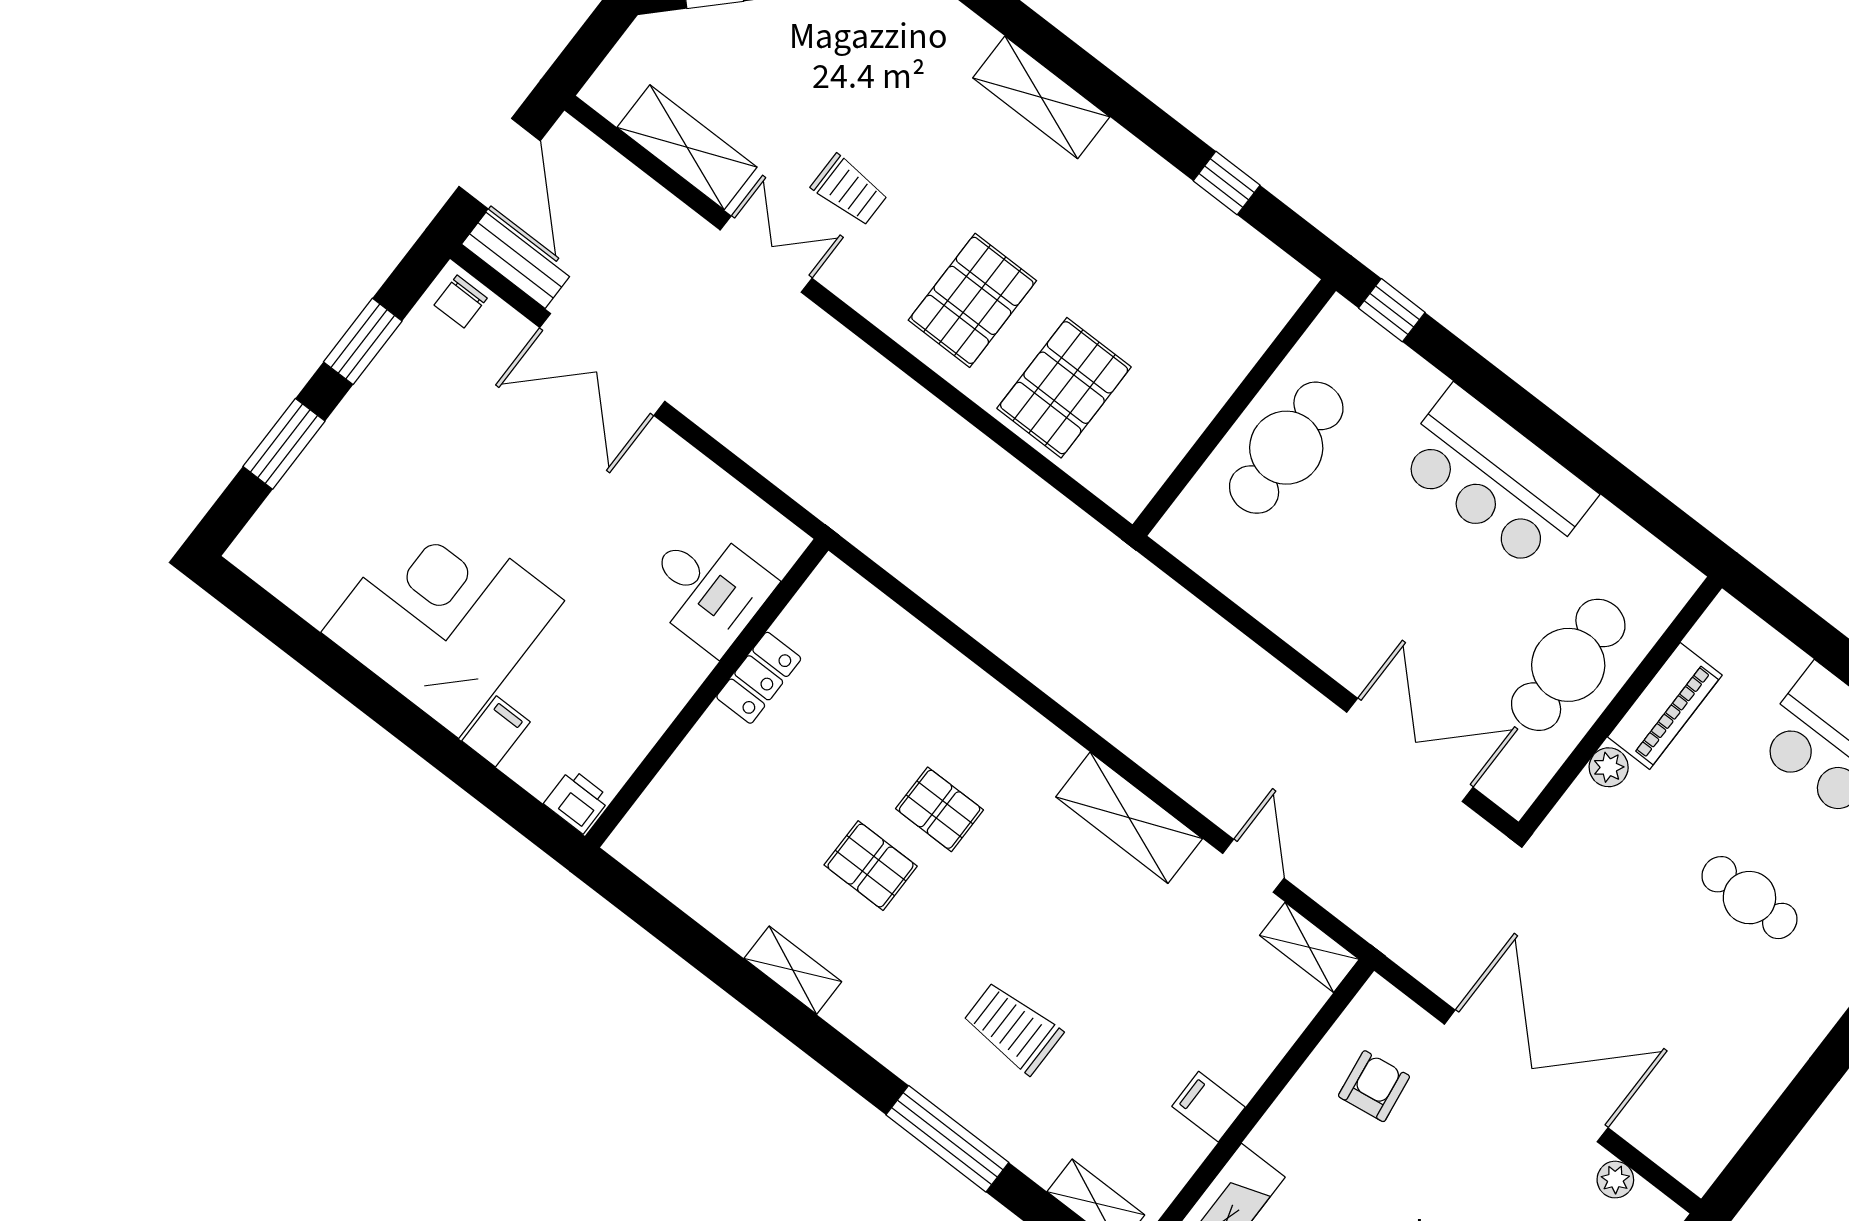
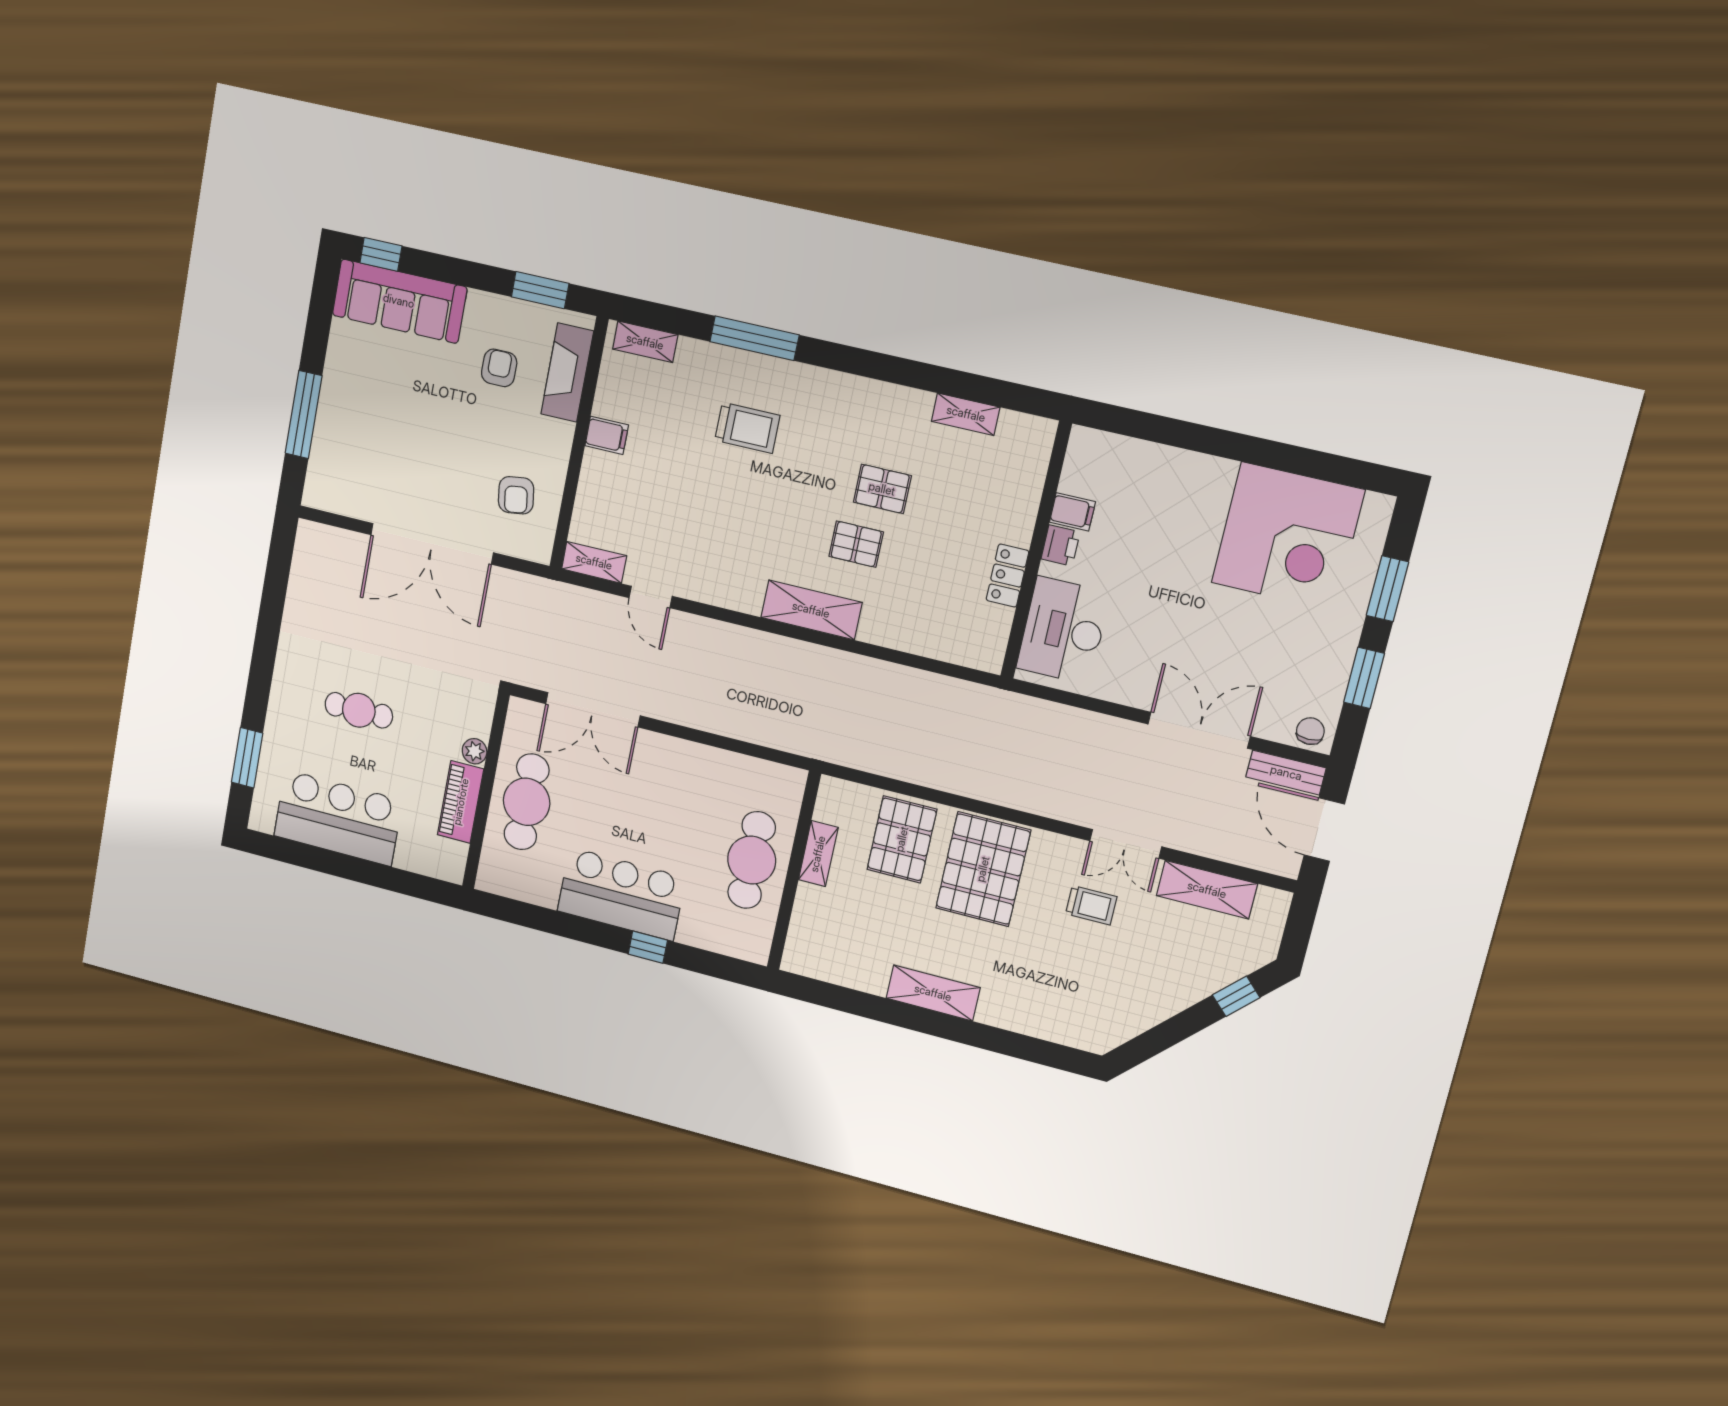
shelving: (1041, 97) -> (933, 993), moved
window: (1227, 183) -> (862, 1004), removed
trolley: (849, 190) -> (1091, 905), turned 180
pallet: (972, 300) -> (983, 869), width x1.37, depth x1.41
window: (1392, 310) -> (648, 947), moved
shelving: (1189, 417) -> (818, 854), added
desk: (707, 588) -> (1063, 630), width x1.37
corner desk: (443, 617) -> (1288, 536), moved
filing cabinet: (496, 731) -> (1072, 512), moved, turned -90
printer: (577, 801) -> (1061, 545), moved, turned -90
shelving: (1129, 818) -> (811, 610), moved
shelving: (793, 970) -> (966, 414), moved
plant: (1615, 1180) -> (352, 506), removed

